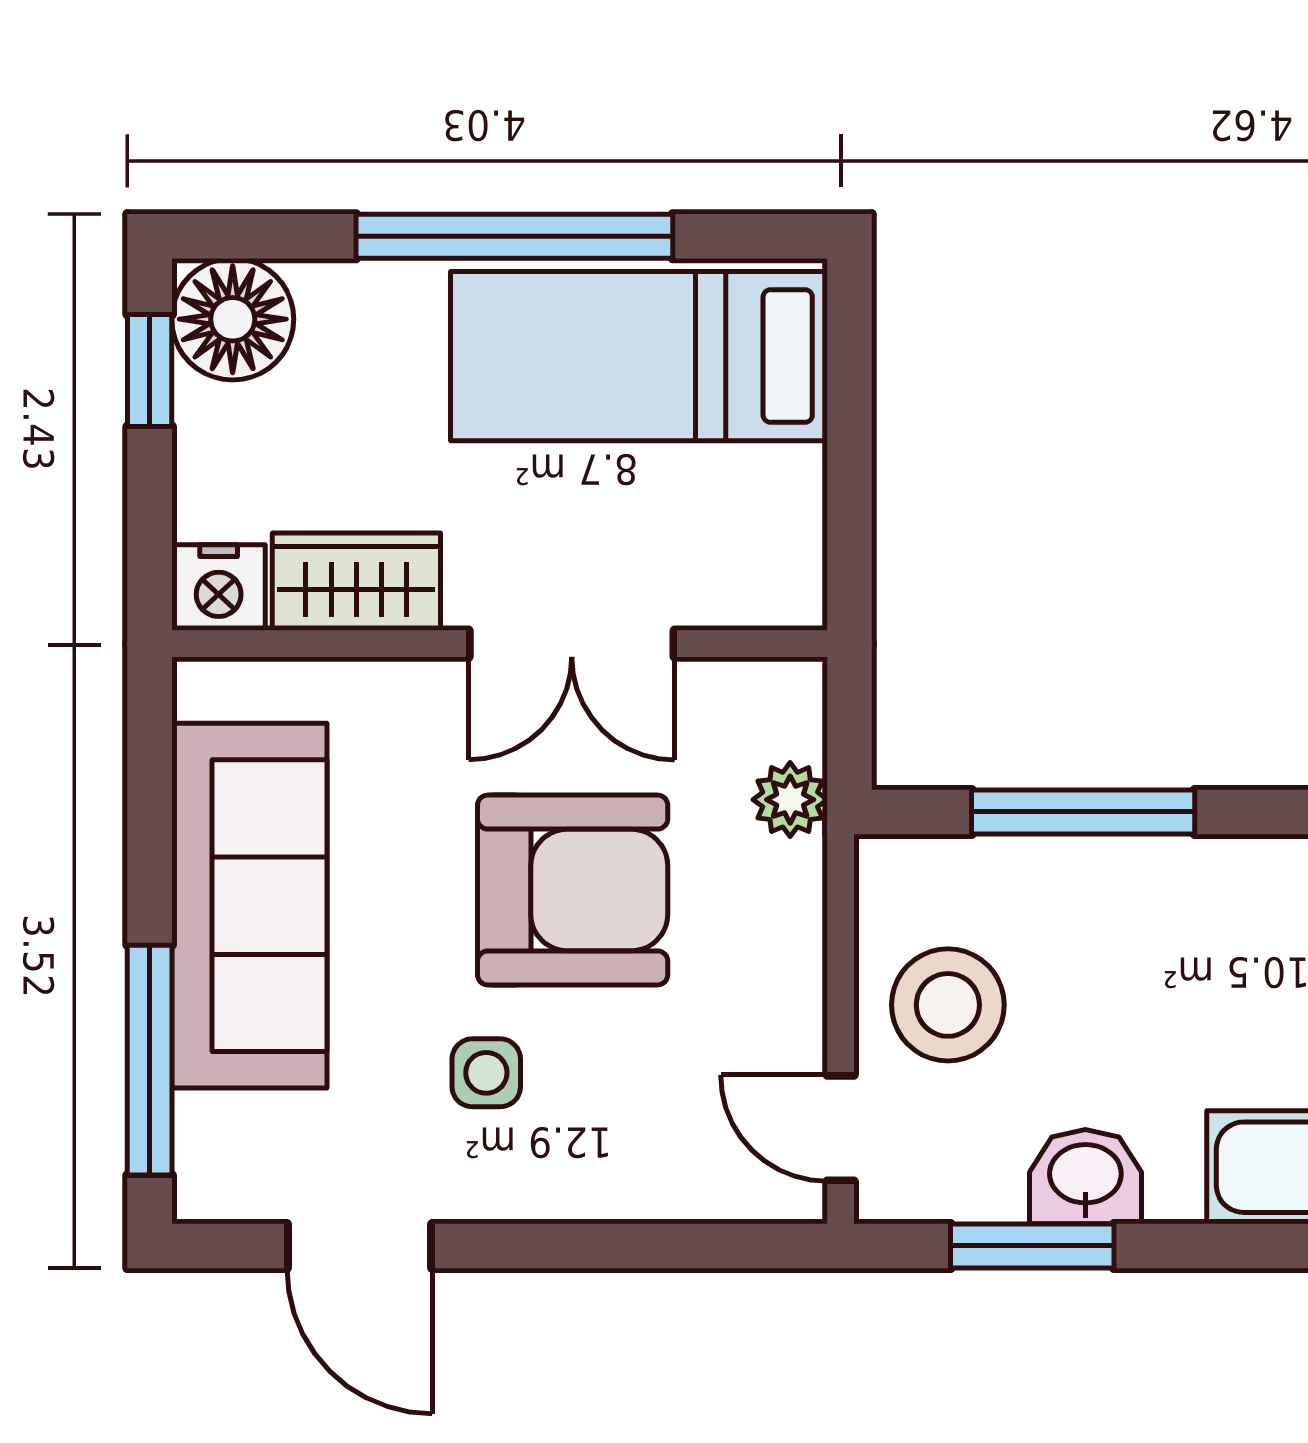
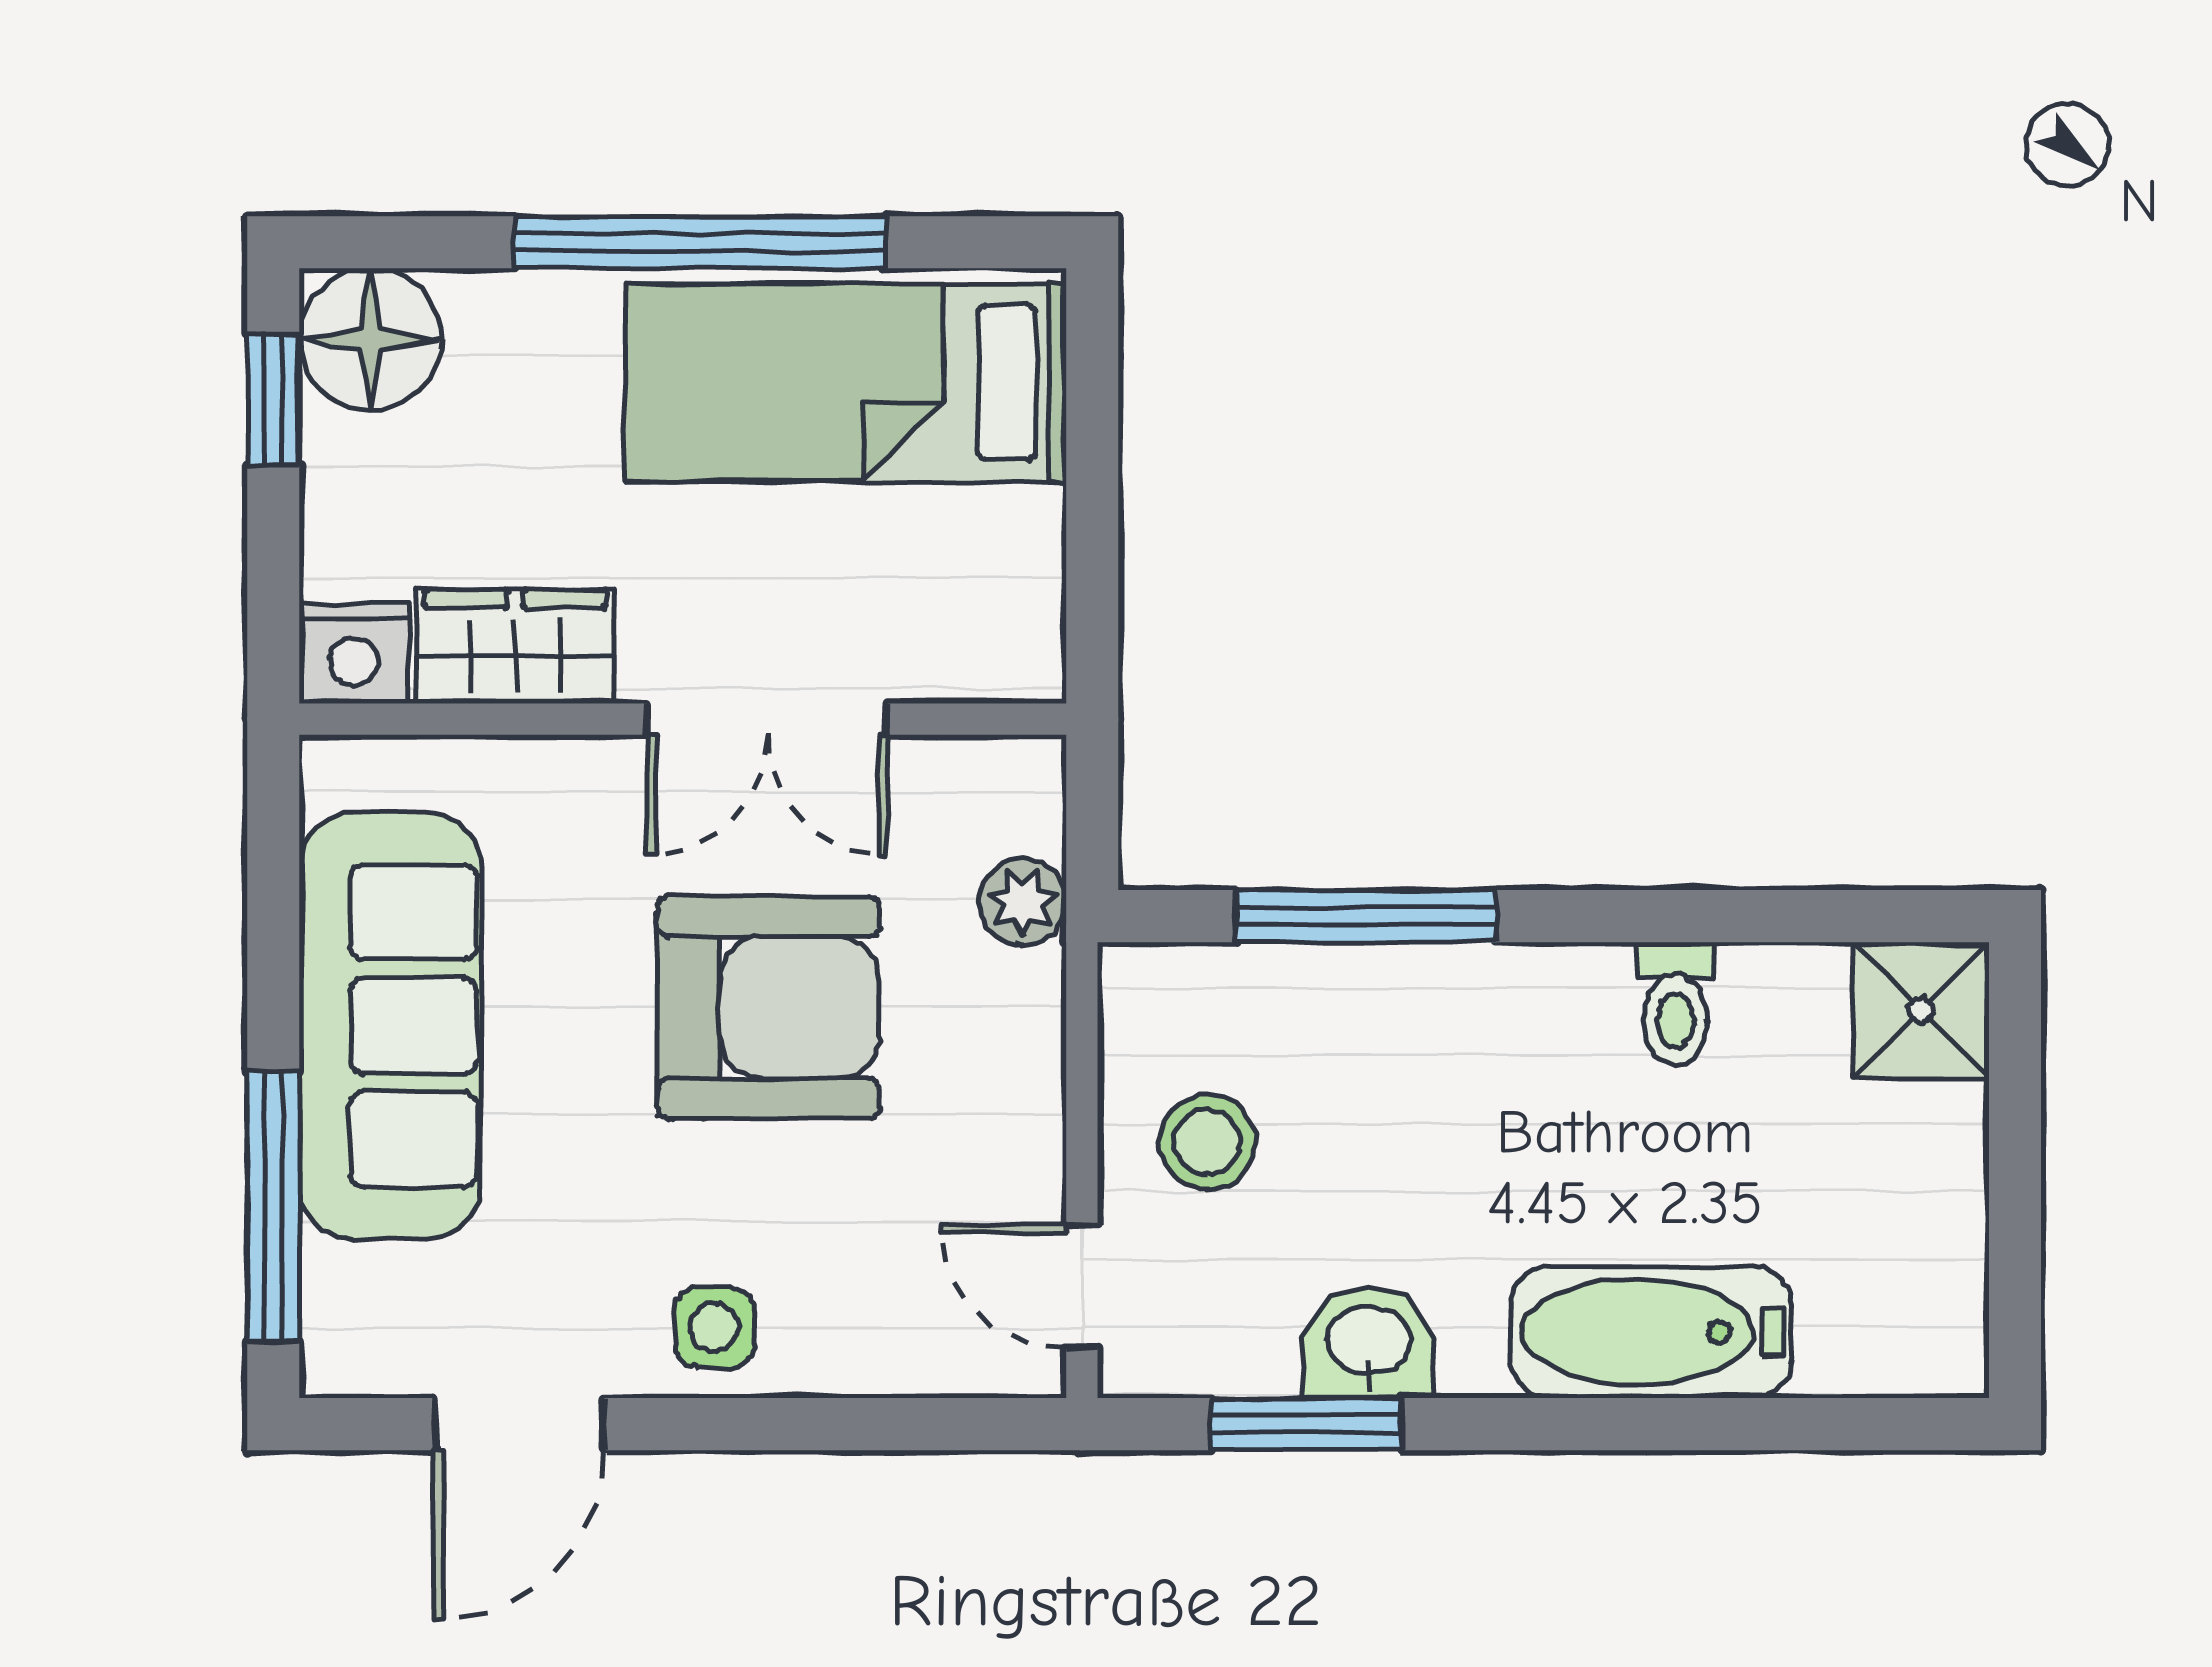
stool: (948, 1005) -> (1208, 1142), width x0.73, depth x0.73
side table: (486, 1073) -> (714, 1328), moved
door: (359, 1246) -> (519, 1424), hinge flipped

